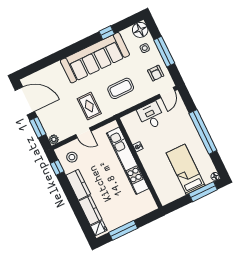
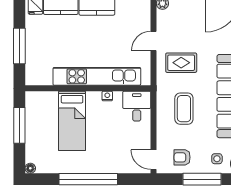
desk: (151, 116) -> (137, 106), moved, turned -90
stool: (72, 157) -> (132, 14), removed
bed: (186, 169) -> (72, 121), moved, turned 90
window: (203, 192) -> (19, 125), moved
window: (123, 230) -> (19, 46), moved

